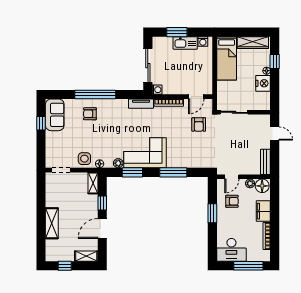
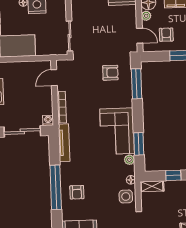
door: (196, 97) -> (54, 78), swing flipped
tv unit: (141, 104) -> (64, 143), width x1.41
armchair: (199, 125) -> (110, 73), moved
window: (173, 172) -> (137, 84), moved

